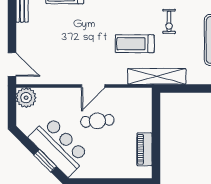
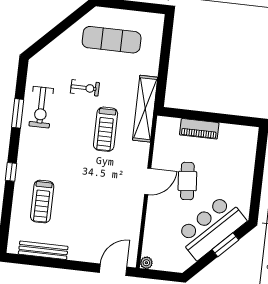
door: (93, 86) -> (148, 181), hinge flipped
plant: (26, 98) -> (146, 263), width x0.53, depth x0.53
piano: (144, 149) -> (199, 129), moved

